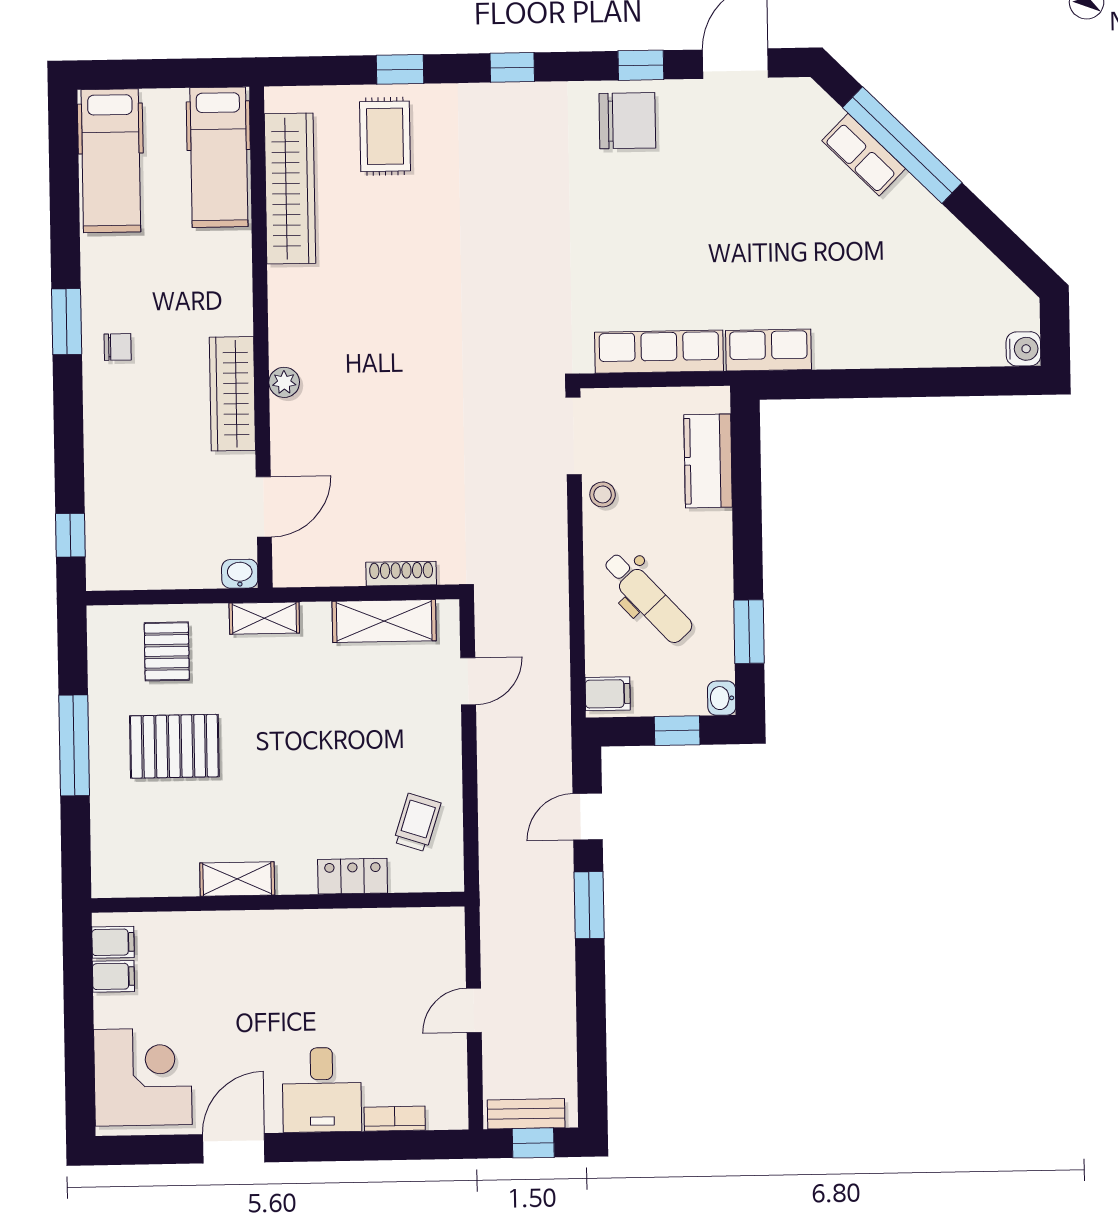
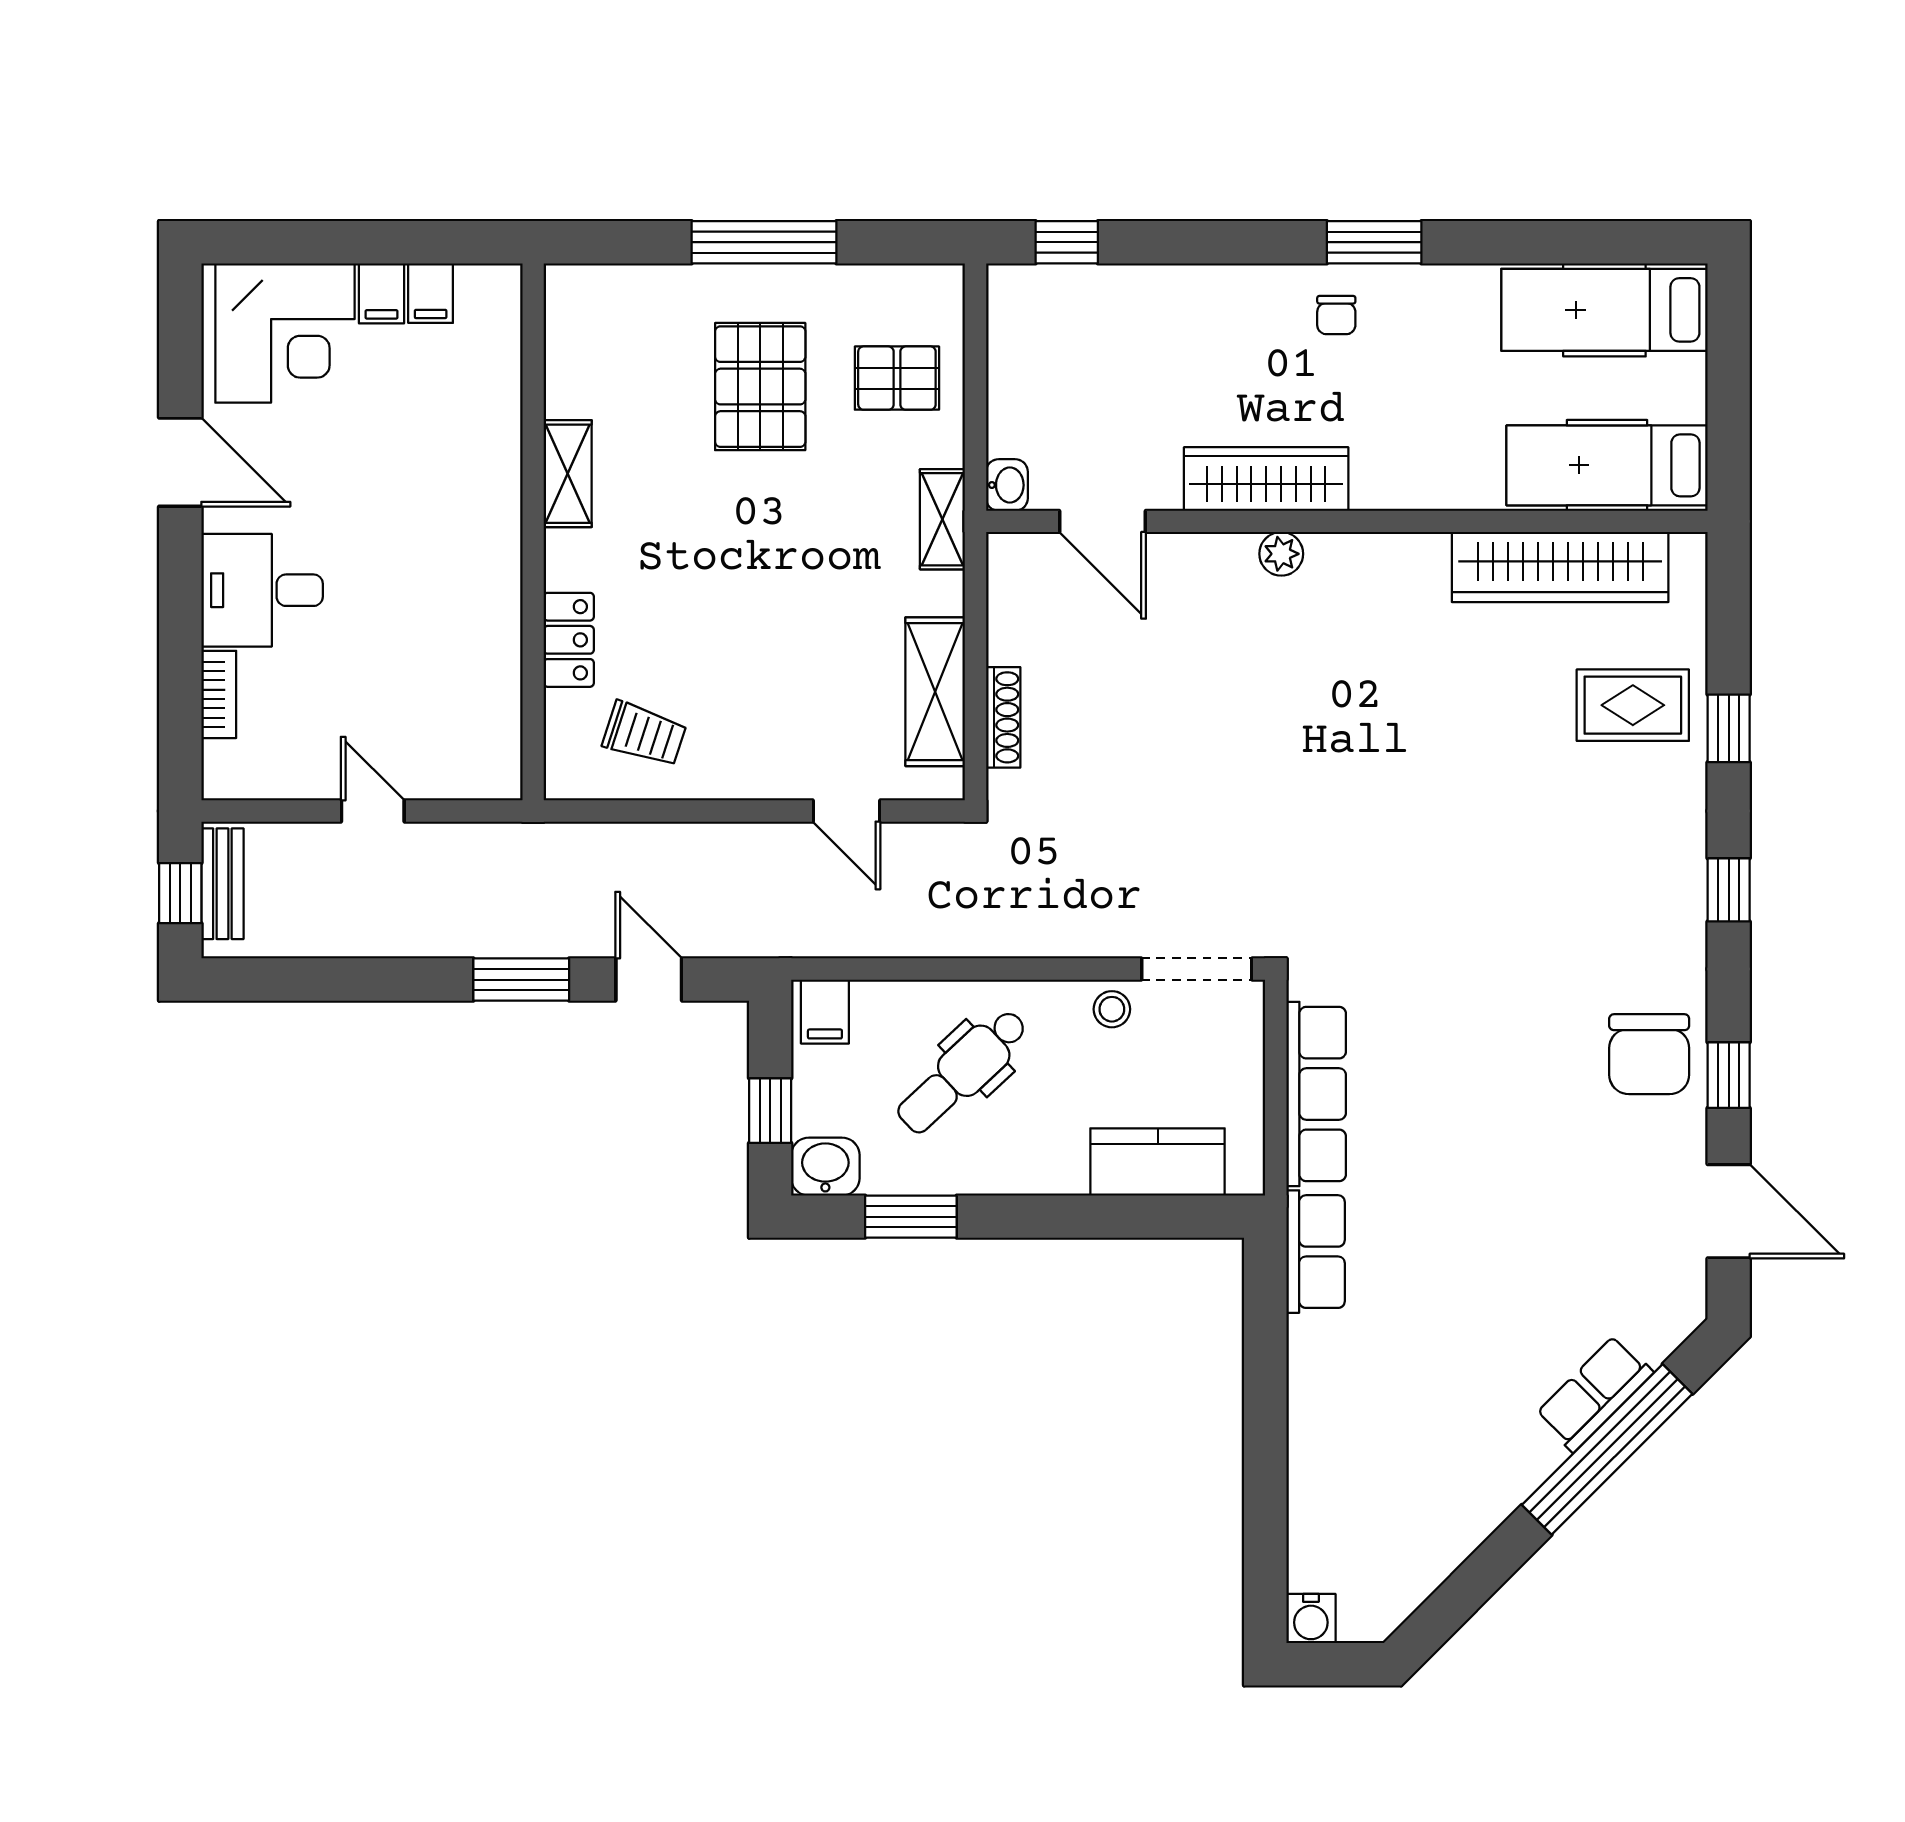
washbasin: (722, 698) -> (825, 1167), width x1.38, depth x1.45
filing cabinet: (113, 942) -> (381, 293), moved

